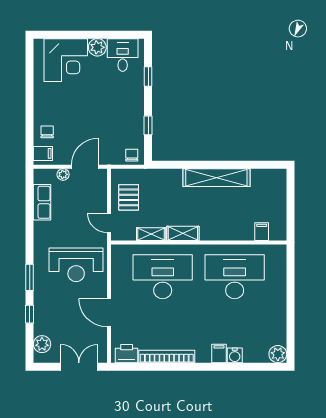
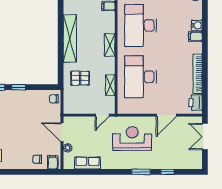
window: (148, 125) -> (19, 87), moved
pallet: (129, 197) -> (80, 78), moved
shelving: (183, 233) -> (110, 45), moved
reception desk: (76, 265) -> (132, 139), turned -90
plant: (42, 344) -> (189, 163), removed

